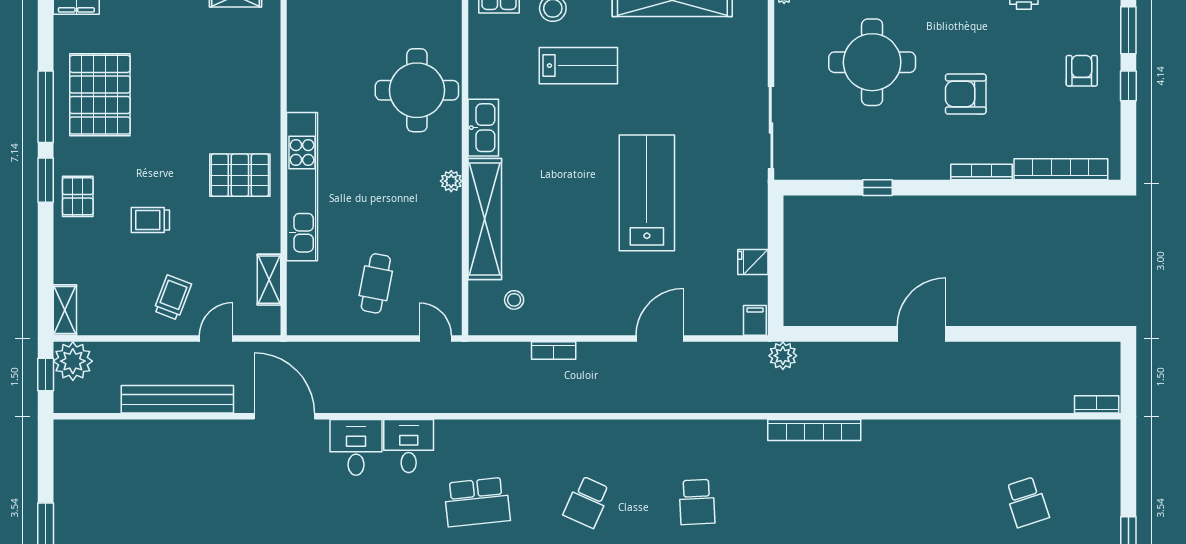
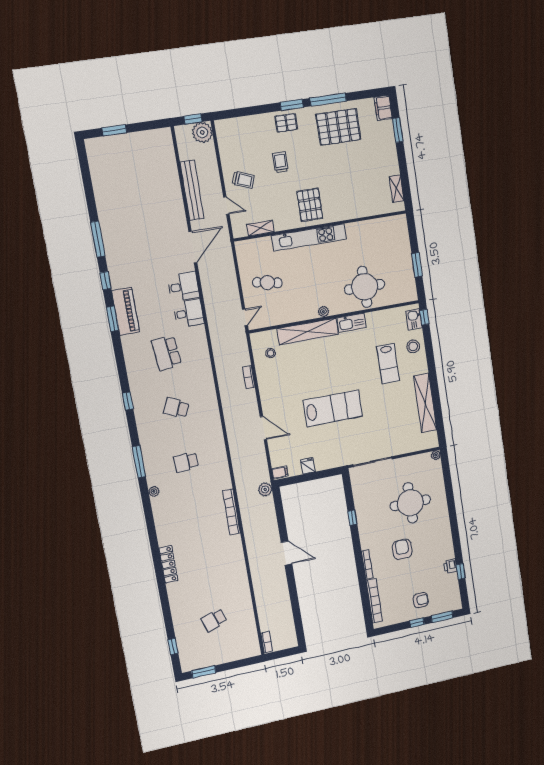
shelving: (65, 310) -> (228, 124), removed

